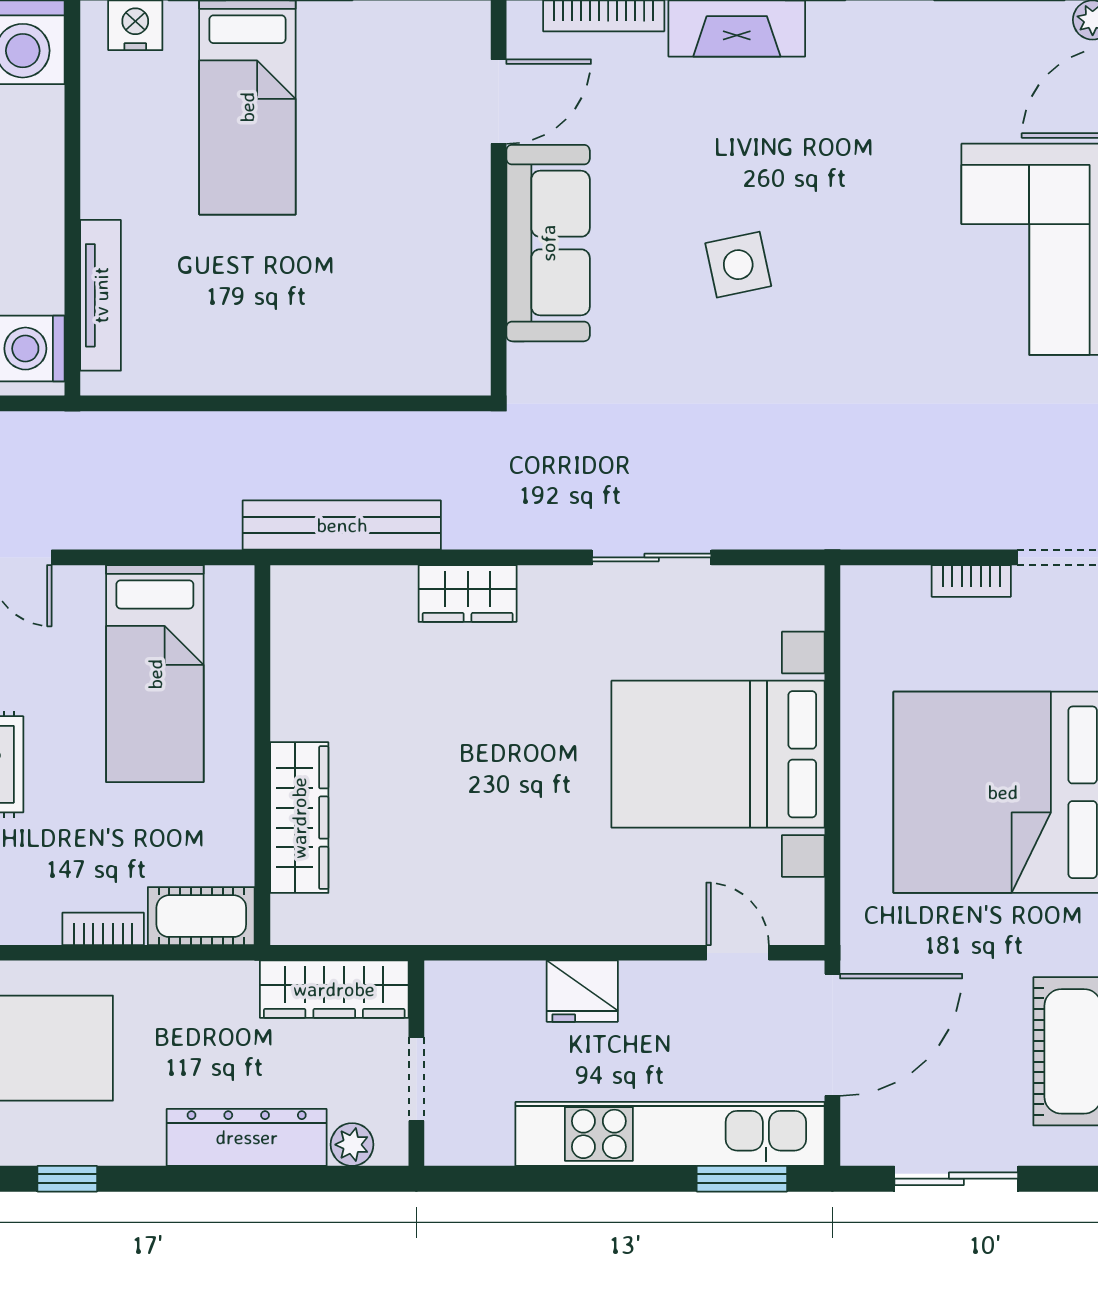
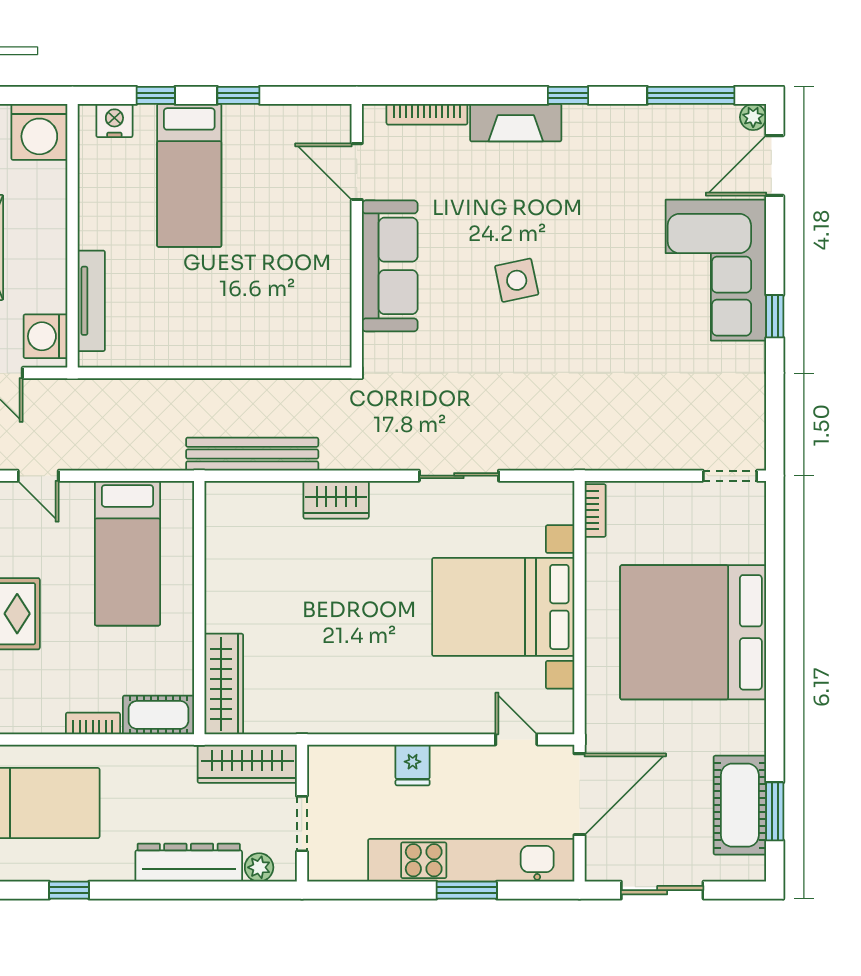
door: (499, 102) -> (357, 172), swing flipped
bookcase: (971, 581) -> (595, 510), moved, turned -90
wardrobe: (299, 818) -> (224, 684), moved
fridge: (582, 991) -> (413, 765), width x0.72
window: (742, 1179) -> (467, 890), moved

